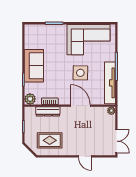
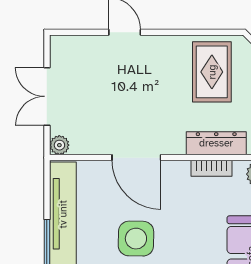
rug: (50, 140) -> (212, 72), turned 90
double door: (116, 141) -> (47, 96), moved

